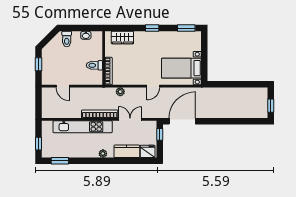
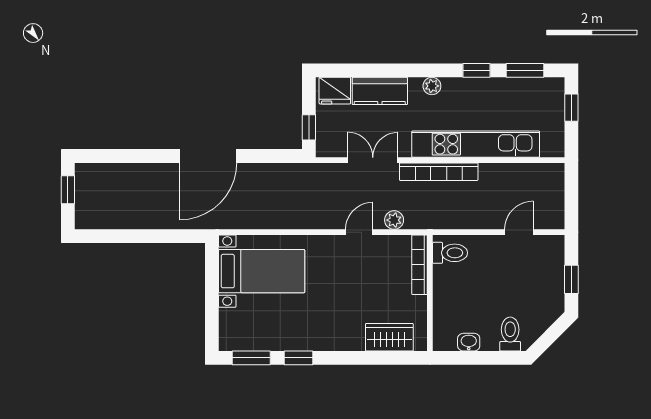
window: (152, 28) -> (299, 358), moved
toilet: (94, 65) -> (450, 253), moved
door: (63, 86) -> (519, 232), hinge flipped
door: (153, 86) -> (359, 232), moved
double door: (130, 119) -> (373, 160), swing flipped
door: (182, 121) -> (208, 156), moved
window: (82, 161) -> (476, 70), added

